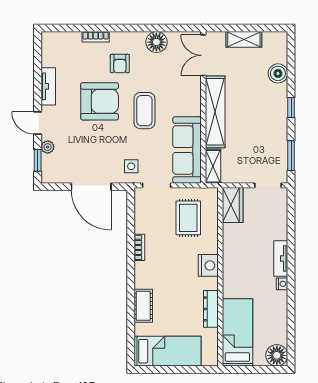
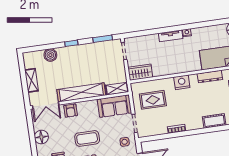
armchair: (190, 92) -> (71, 111), added
sofa: (187, 150) -> (114, 106), width x0.73

